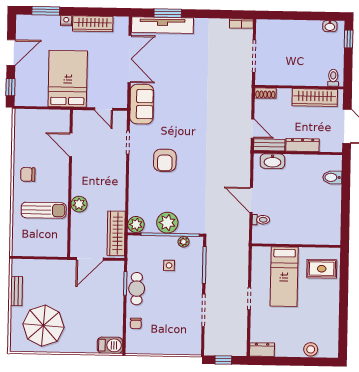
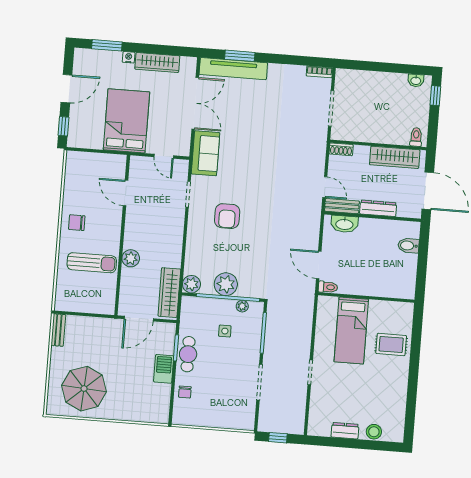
wall: (296, 246) -> (366, 297), moved
bed: (284, 277) -> (351, 330), moved
bench: (16, 291) -> (58, 330), moved
barbecue: (110, 345) -> (164, 369), moved, turned -90
dresser: (262, 350) -> (345, 431), moved

